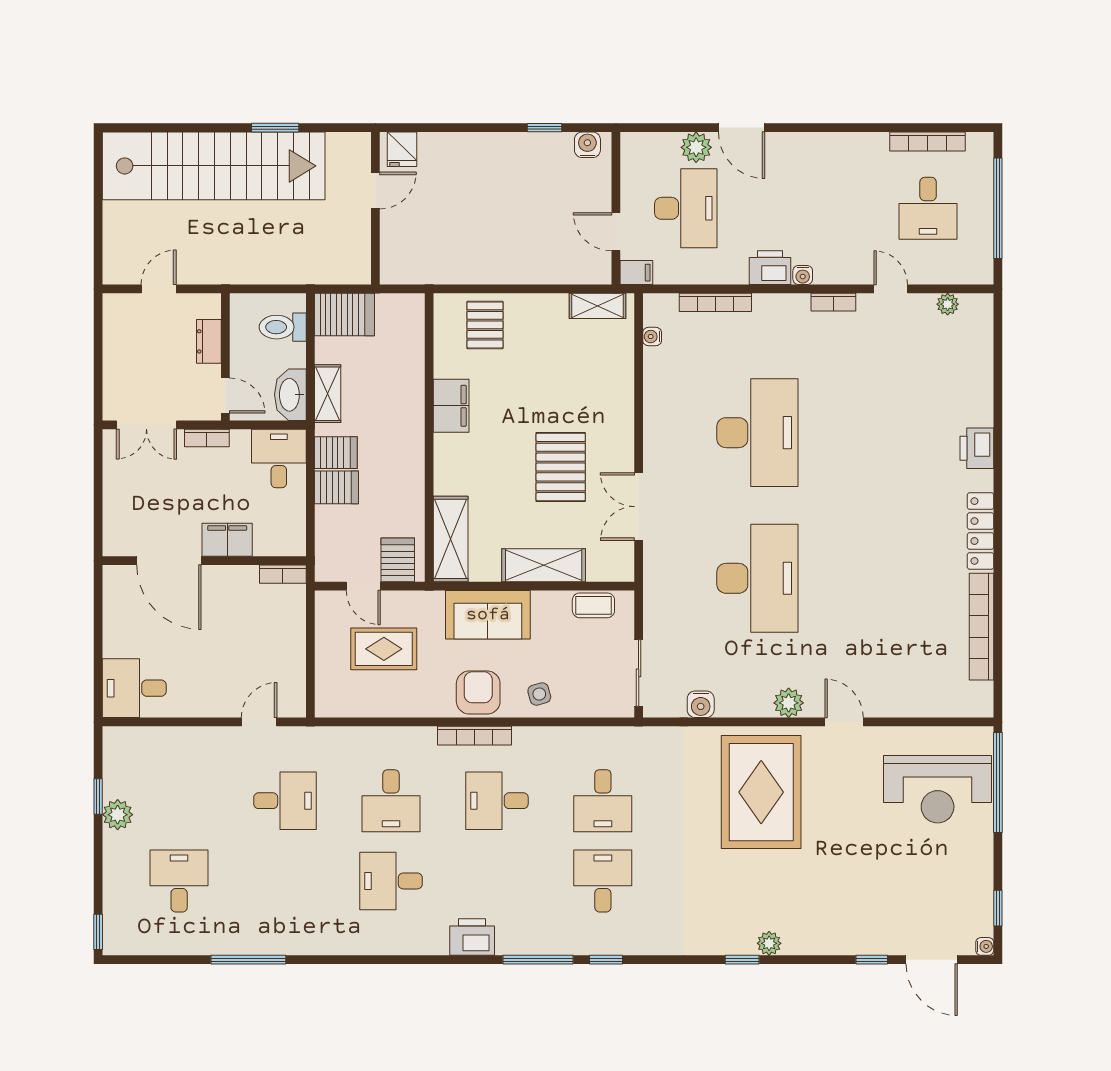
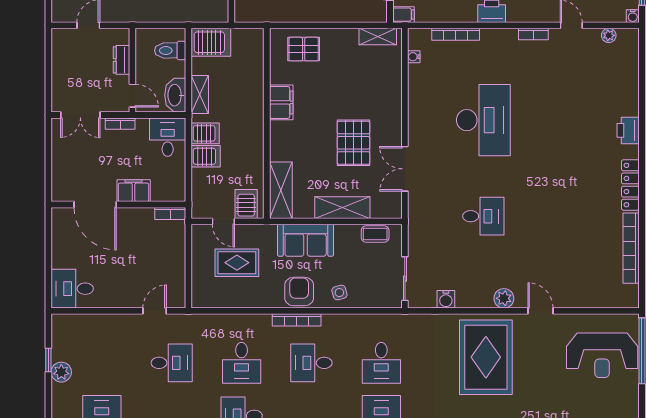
water cooler: (803, 275) -> (633, 16), moved
pallet: (485, 325) -> (304, 49), turned 90
desk: (757, 578) -> (483, 216), width x0.53, depth x0.77

